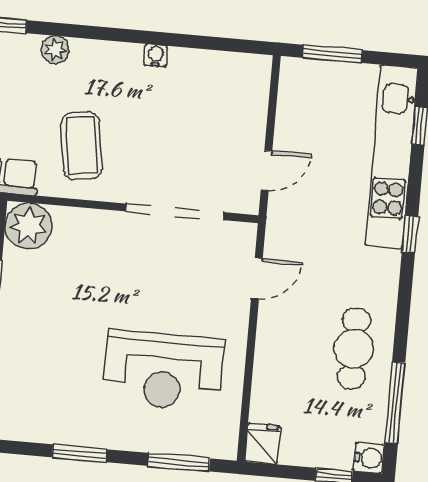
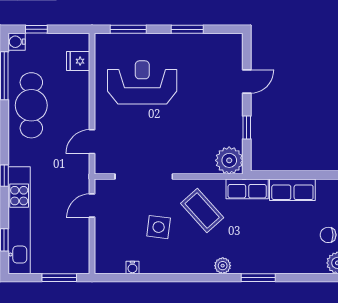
water cooler: (156, 55) -> (132, 267), moved
side table: (158, 124) -> (159, 227), added
coffee table: (82, 146) -> (202, 210), turned -34
cafe table: (354, 349) -> (31, 105), width x1.37, depth x1.35
fridge: (262, 444) -> (78, 61), moved, turned 90

